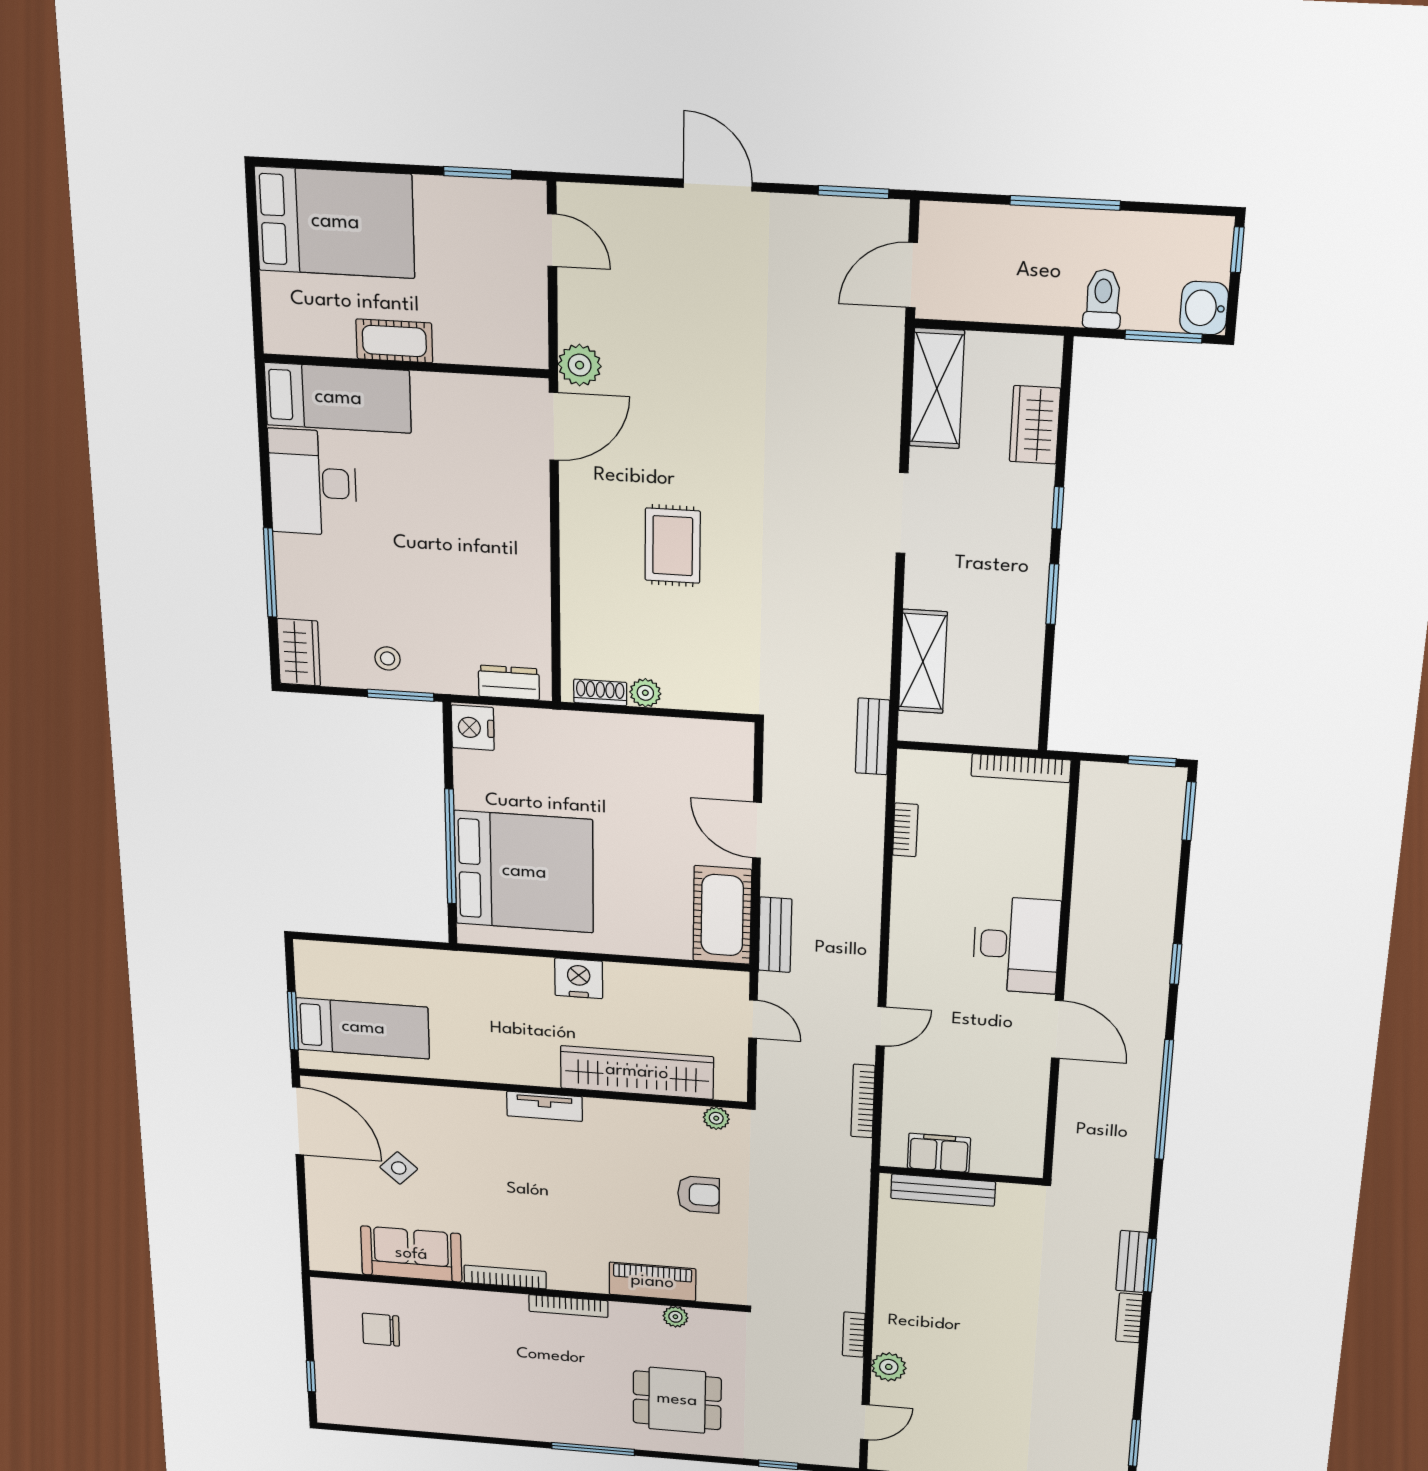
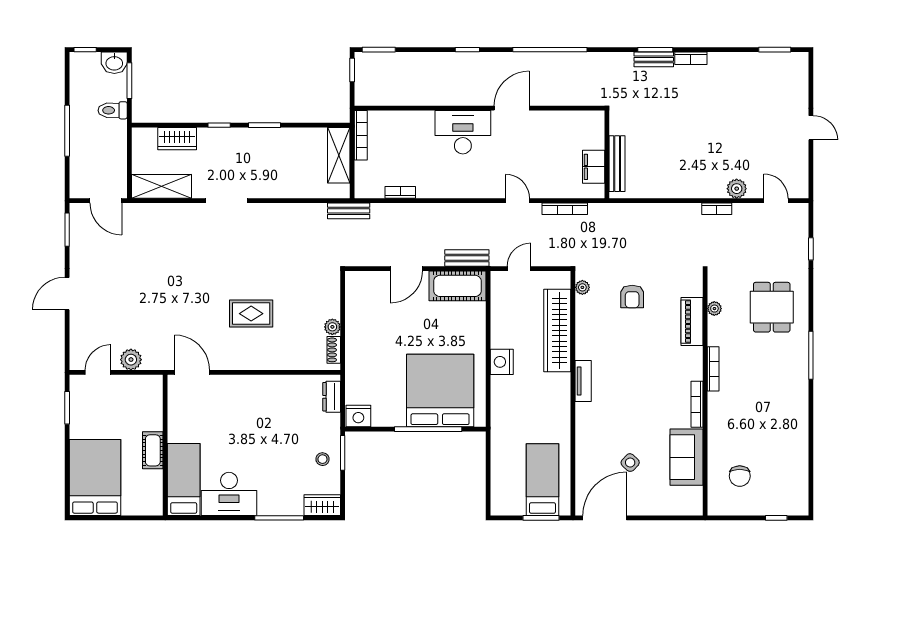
plant: (580, 365) -> (131, 360), moved
shelving: (923, 661) -> (339, 155), moved, turned 90
armchair: (698, 1194) -> (632, 297), turned 180

